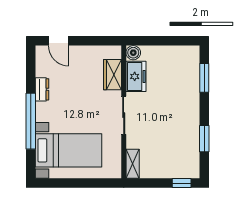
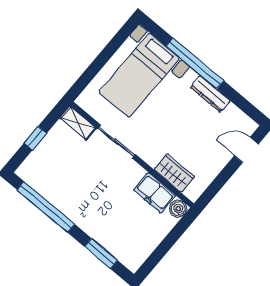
dresser: (42, 89) -> (210, 94), width x1.44
sliding door: (124, 115) -> (116, 142), moved
window: (204, 139) -> (46, 207), width x2.11
window: (182, 183) -> (35, 138), moved

